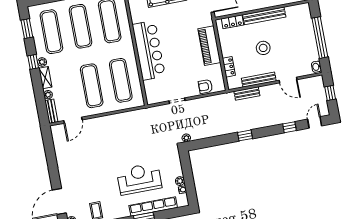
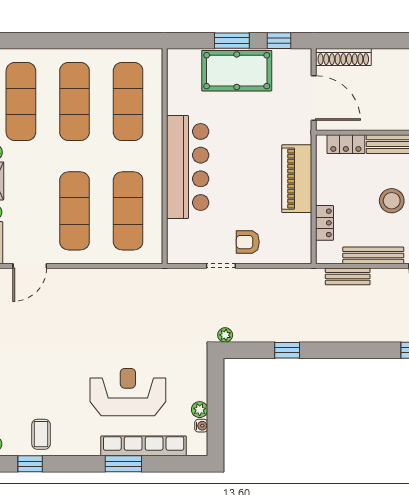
armchair: (205, 86) -> (248, 242), moved
window: (245, 135) -> (287, 350), moved

